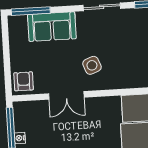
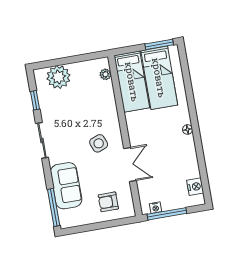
armchair: (24, 81) -> (108, 202), moved
nightstand: (20, 138) -> (156, 208), moved

